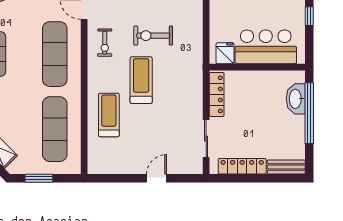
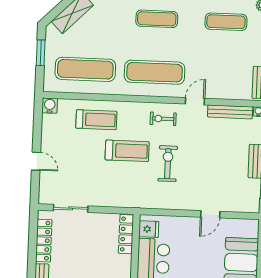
locker: (217, 94) -> (126, 234), moved, turned 90
water cooler: (96, 166) -> (50, 106), added

